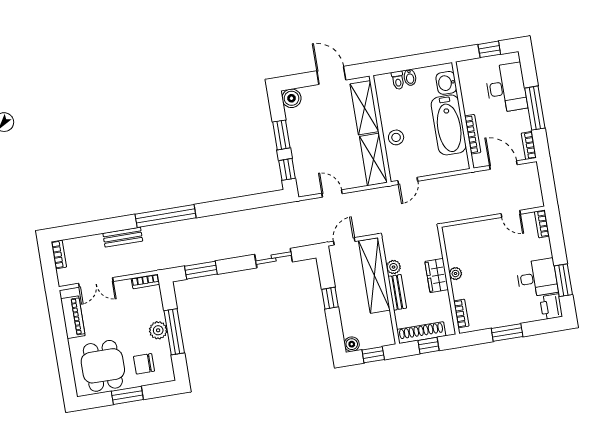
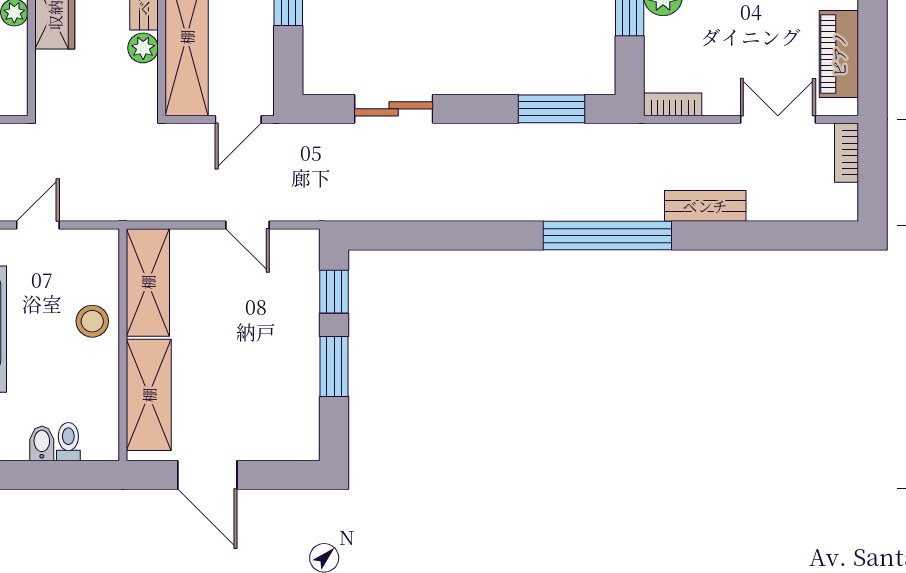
boiler: (291, 98) -> (300, 441), removed
door: (408, 181) -> (38, 225), moved
bookcase: (59, 254) -> (847, 153), moved

